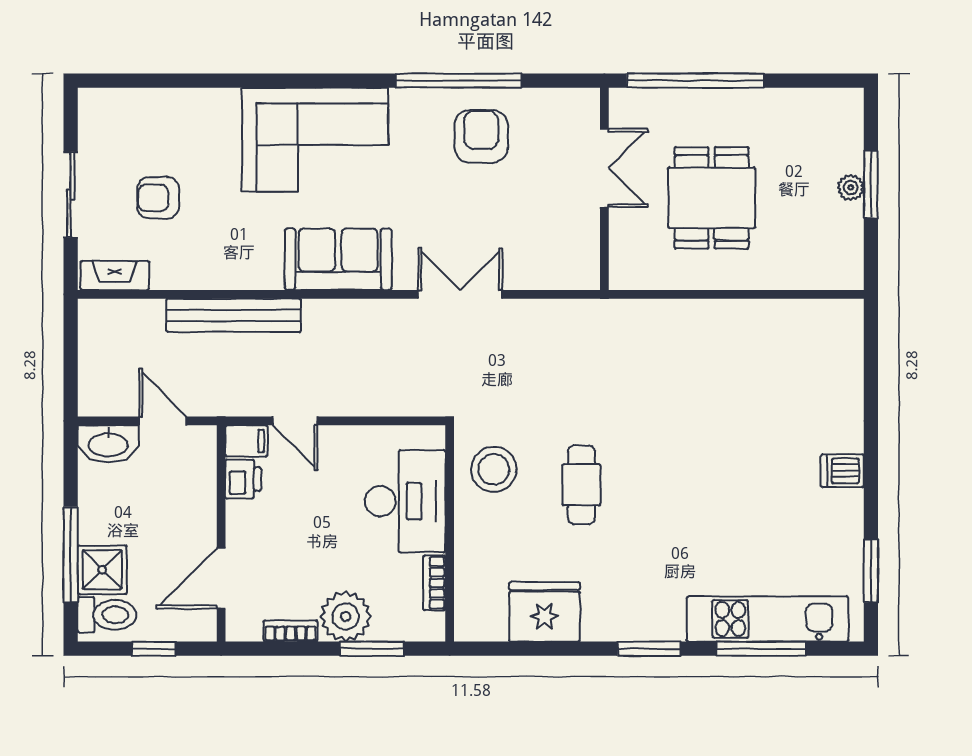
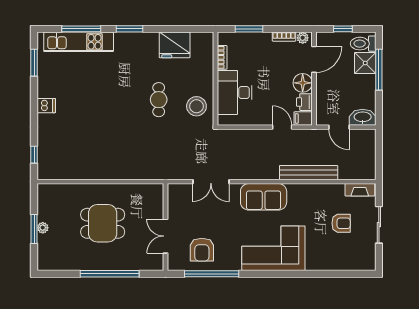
double door: (604, 168) -> (165, 236), moved
wall: (604, 189) -> (165, 227), moved
dining table: (712, 198) -> (103, 223), turned 90
window: (871, 357) -> (34, 155), added
floor lamp: (247, 524) -> (303, 83), added
plant: (346, 616) -> (303, 38), moved, width x0.53, depth x0.53

